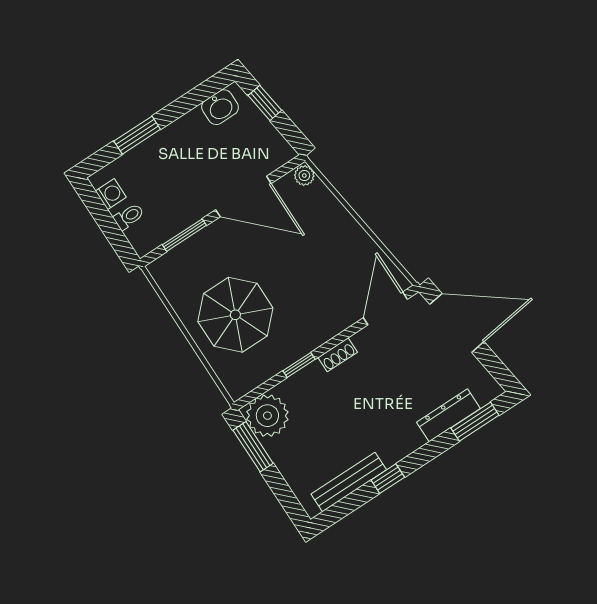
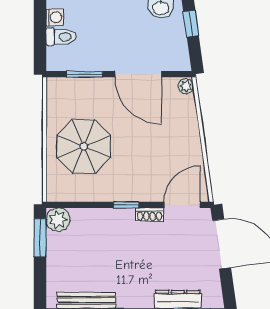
toilet: (129, 217) -> (61, 37), width x1.37, depth x1.39
shoe rack: (338, 355) -> (149, 215), moved
window: (299, 365) -> (126, 205), moved
plant: (267, 416) -> (58, 220), width x0.73, depth x0.73

